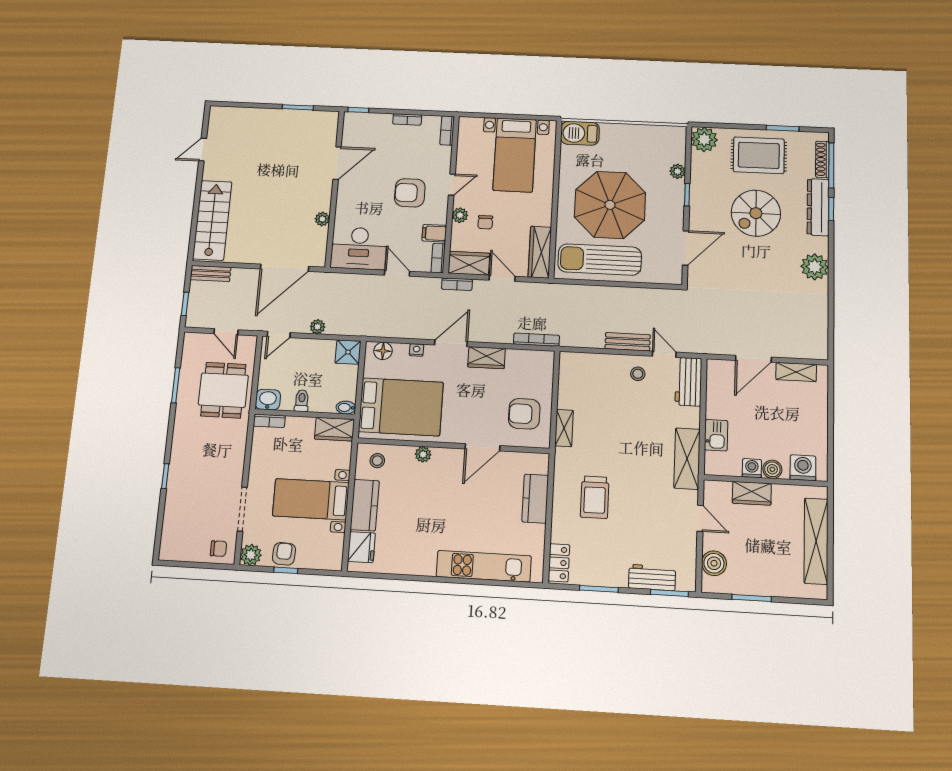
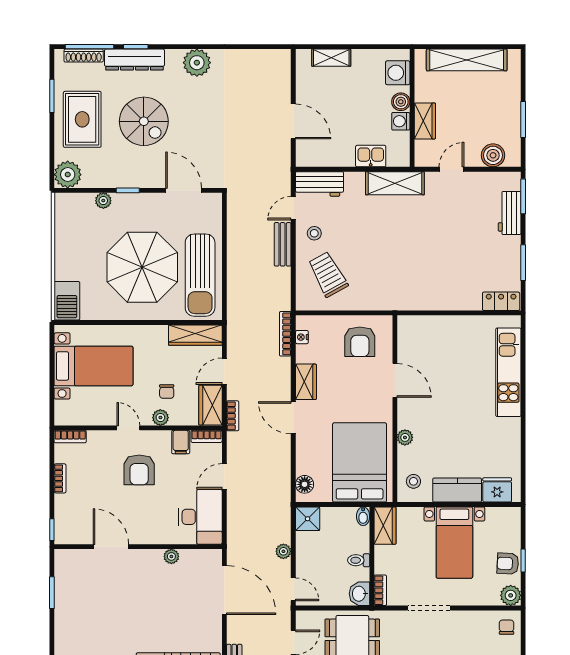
chair: (485, 222) -> (167, 391), turned 90
nightstand: (416, 350) -> (302, 337), moved
shelving: (796, 372) -> (331, 58), moved, turned 90
shelving: (564, 428) -> (372, 303), removed
trolley: (595, 497) -> (328, 274), moved, turned -119
kitchen counter: (535, 499) -> (442, 327), removed
doorway: (242, 509) -> (429, 608), moved

